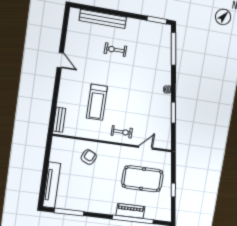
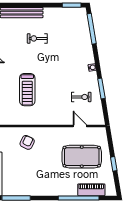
exercise bike: (122, 132) -> (81, 97), moved
door: (146, 148) -> (80, 126), hinge flipped
piano: (130, 211) -> (91, 190), moved

